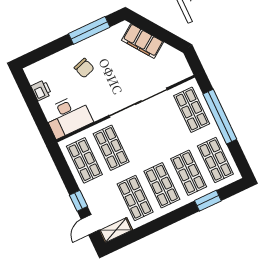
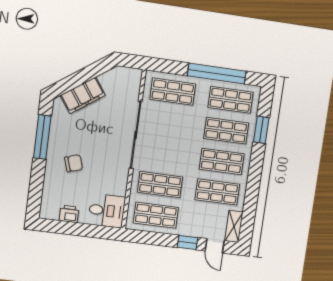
desk: (68, 116) -> (107, 211), width x0.73
window: (220, 117) -> (217, 74), moved

